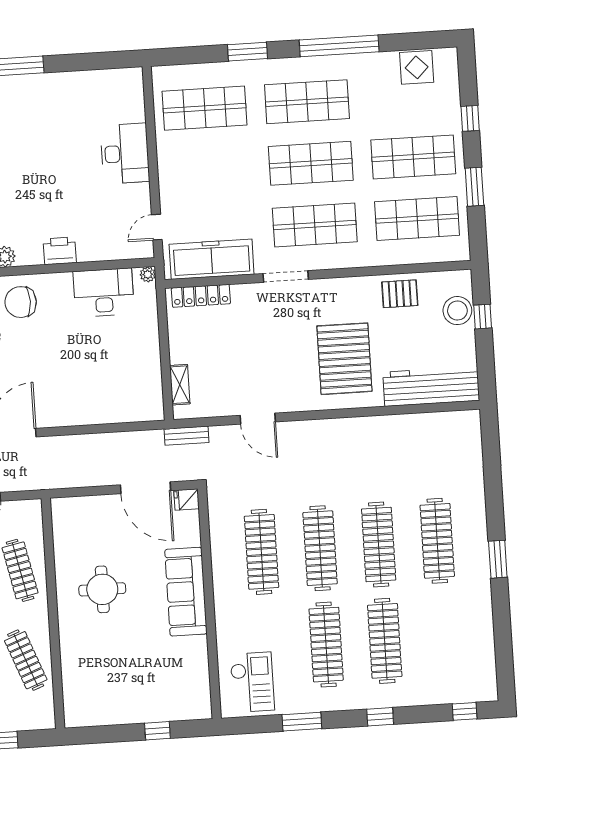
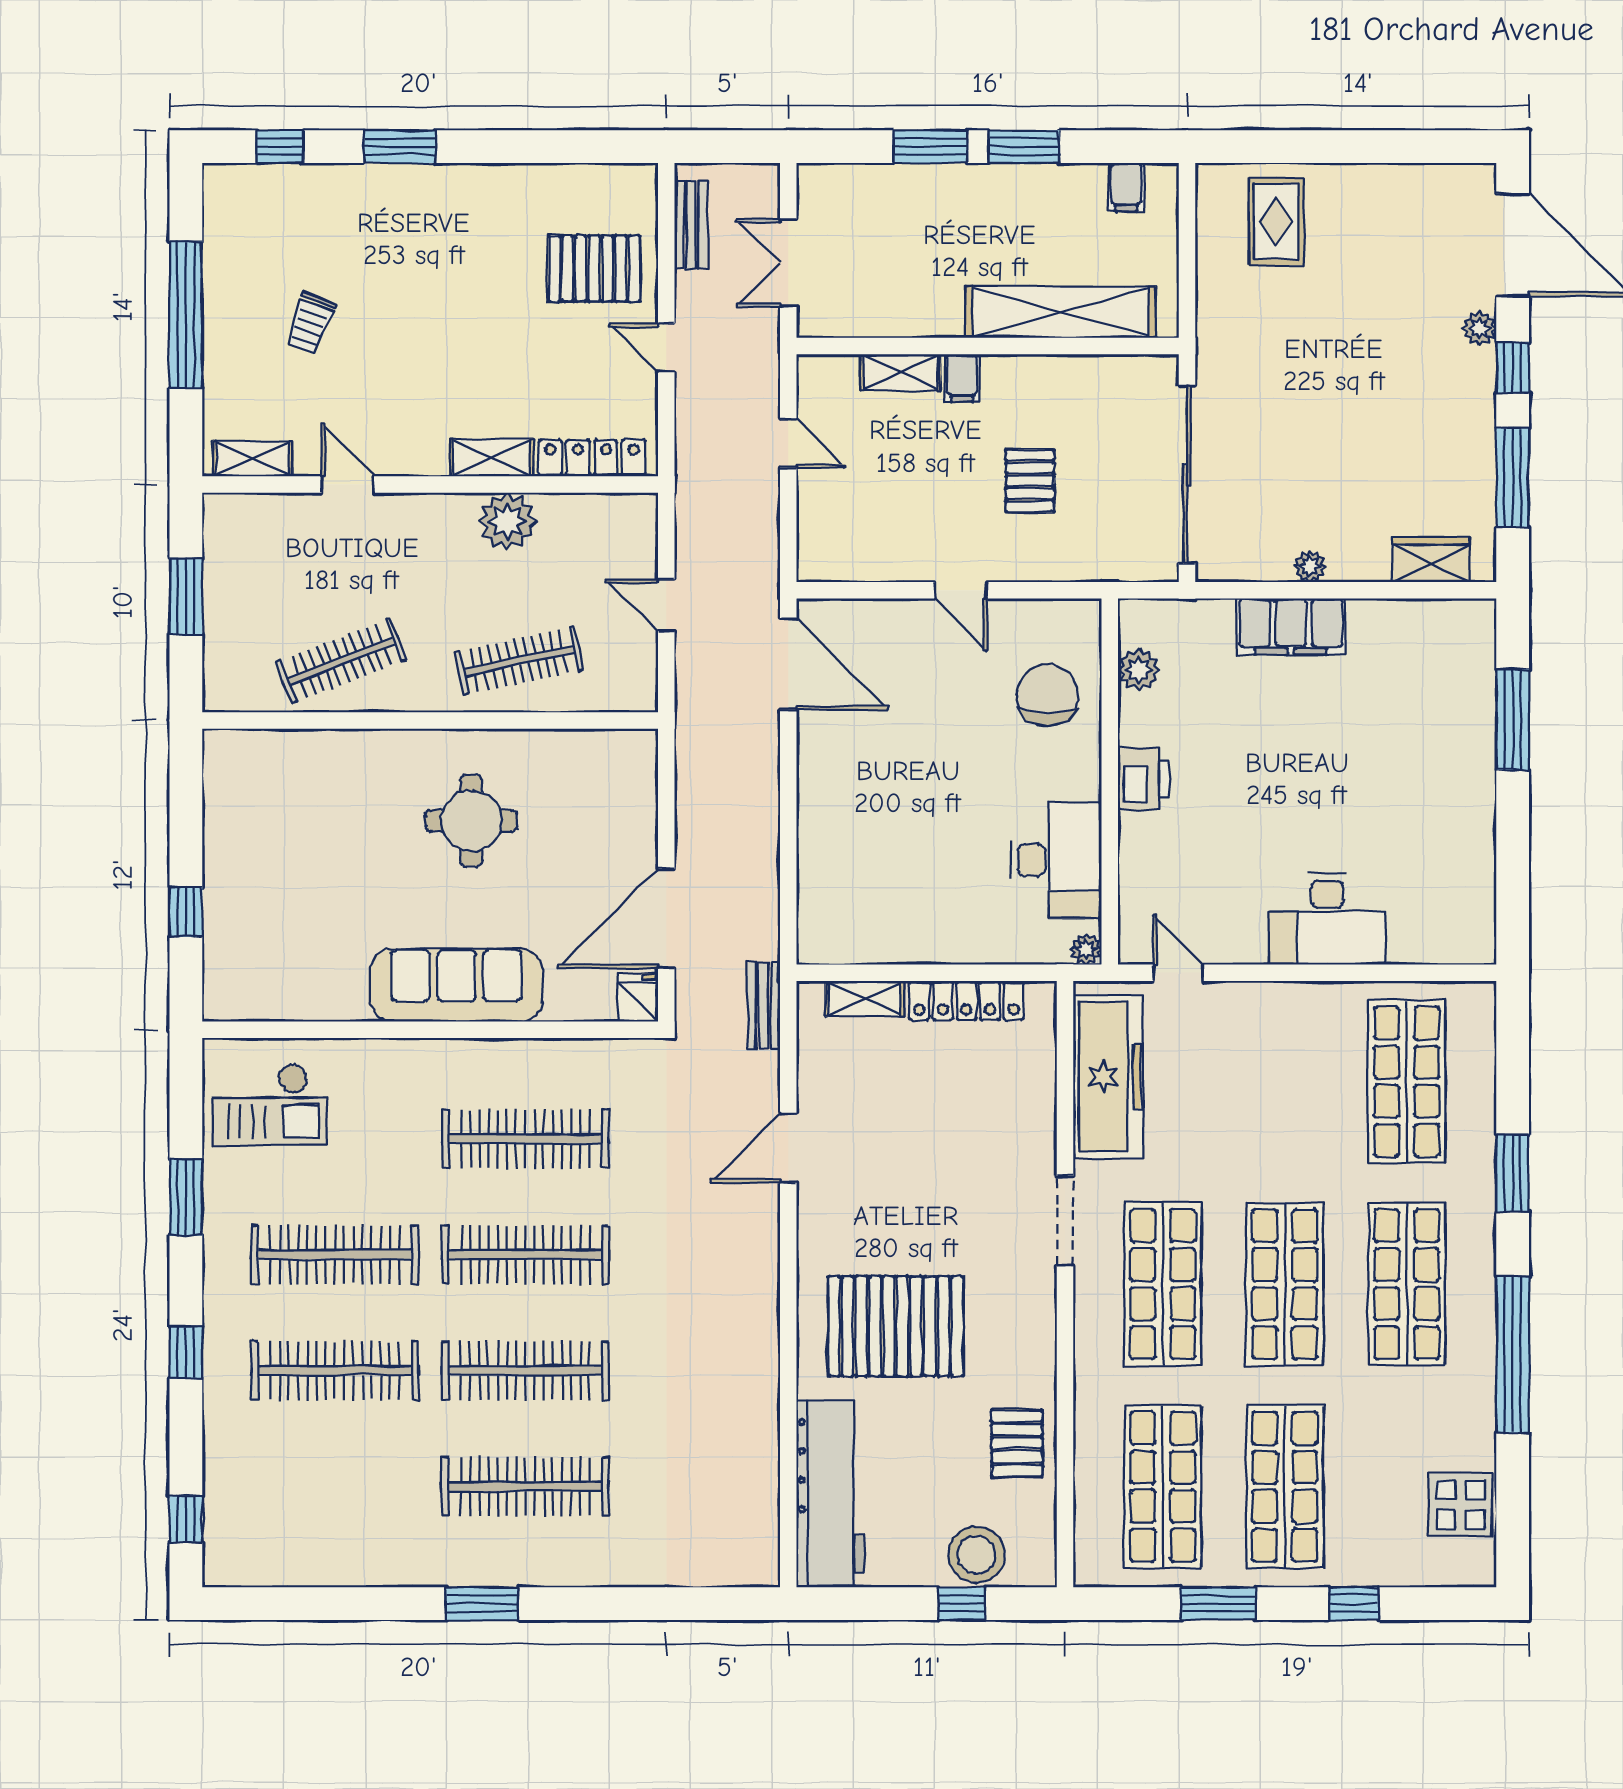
locker: (201, 296) -> (966, 1001), moved, turned -90

